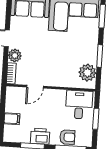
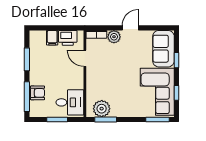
window: (100, 56) -> (106, 120), moved
printer: (40, 136) -> (68, 38), moved, turned 90
armchair: (67, 137) -> (38, 93), turned -90

